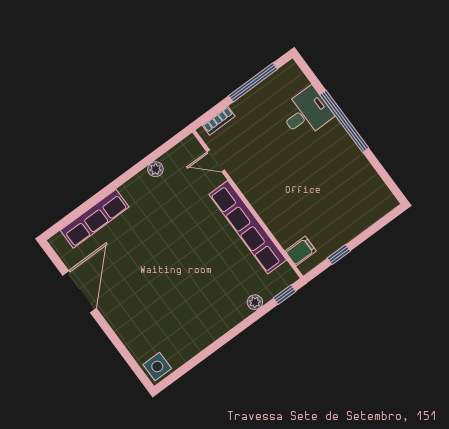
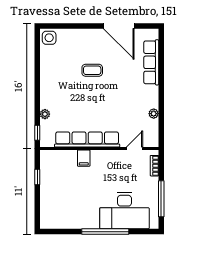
desk: (306, 113) -> (124, 211), width x1.87, depth x1.30
filing cabinet: (301, 251) -> (84, 158), moved
coffee table: (158, 284) -> (92, 70), added

